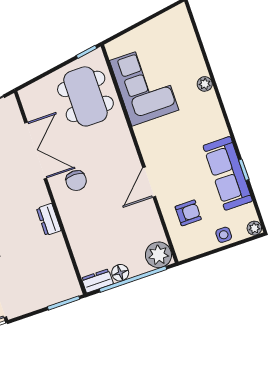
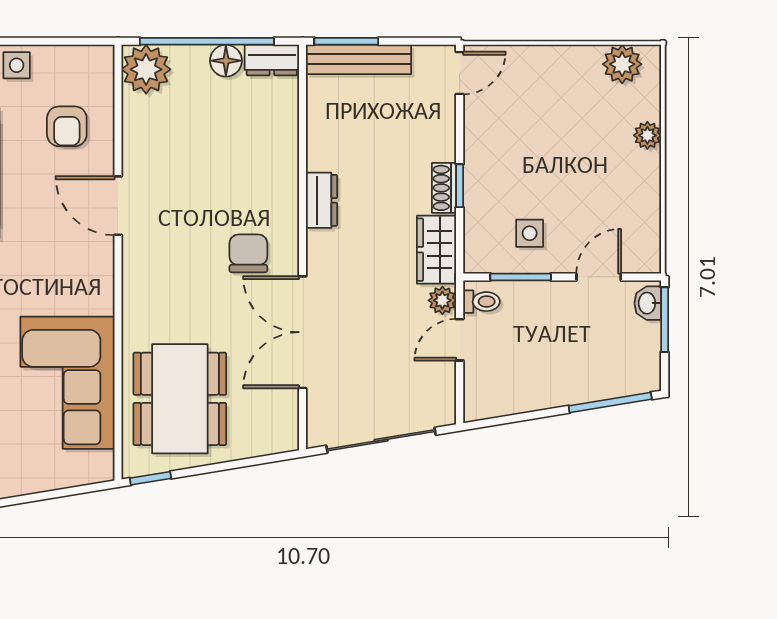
door: (149, 182) -> (118, 206), swing flipped
armchair: (188, 213) -> (67, 126), turned -90
bench: (54, 296) -> (358, 59), added

